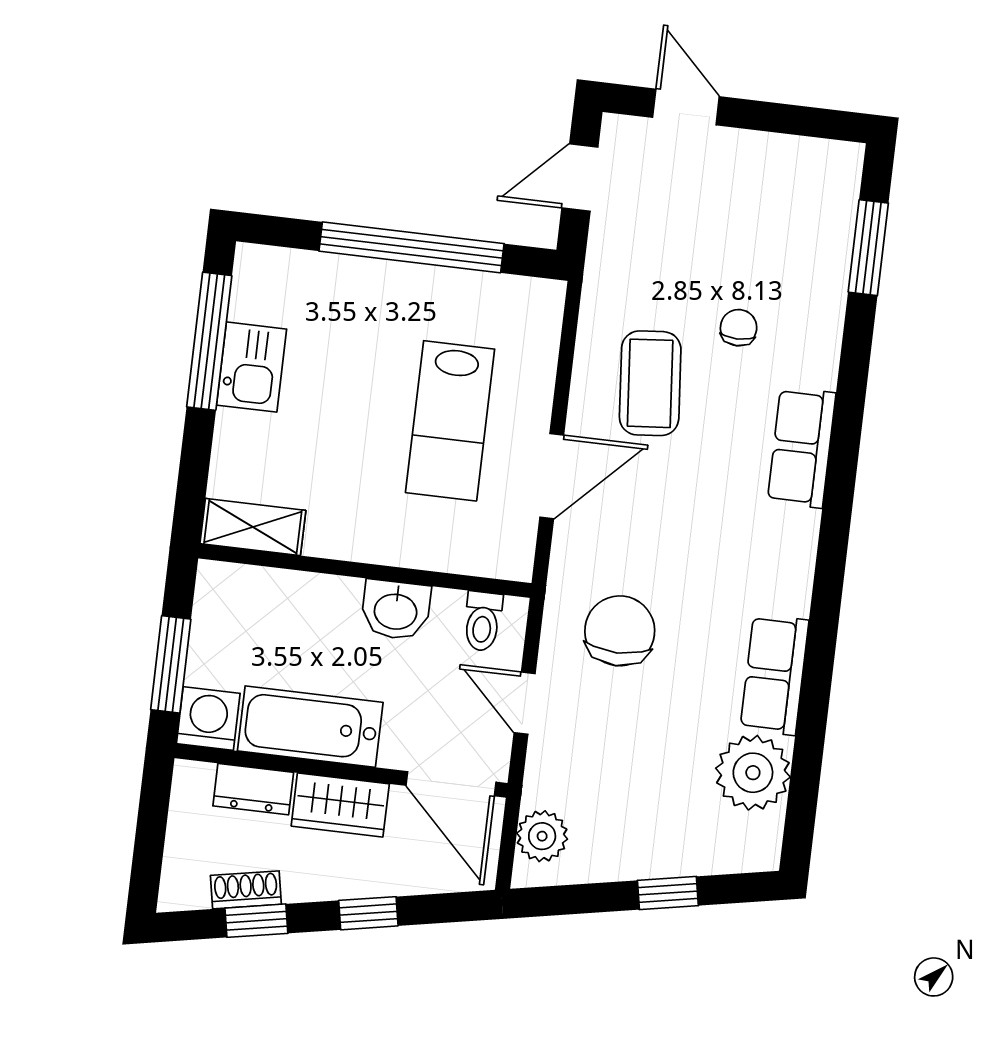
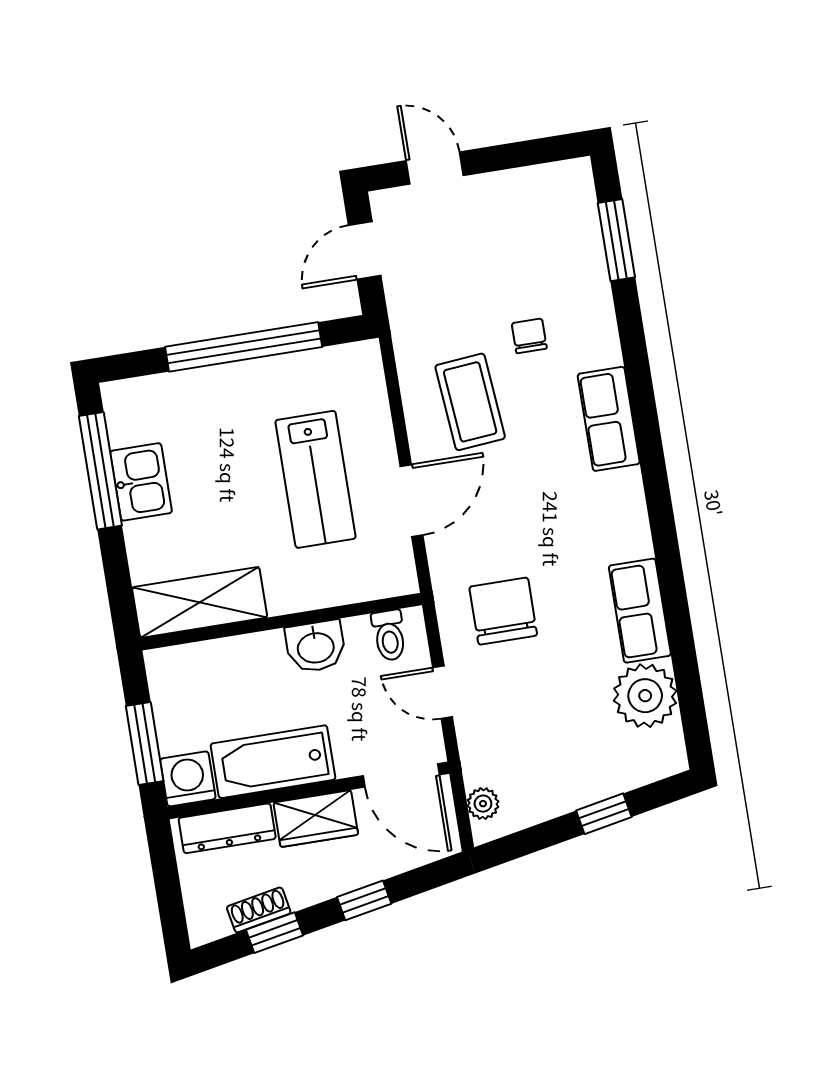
shelving: (253, 527) -> (200, 602), width x1.50, depth x1.33
dresser: (253, 789) -> (227, 828), width x1.44
plant: (542, 836) -> (483, 804), width x0.73, depth x0.73

